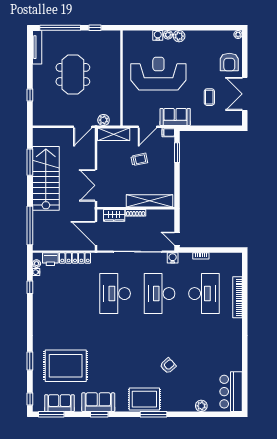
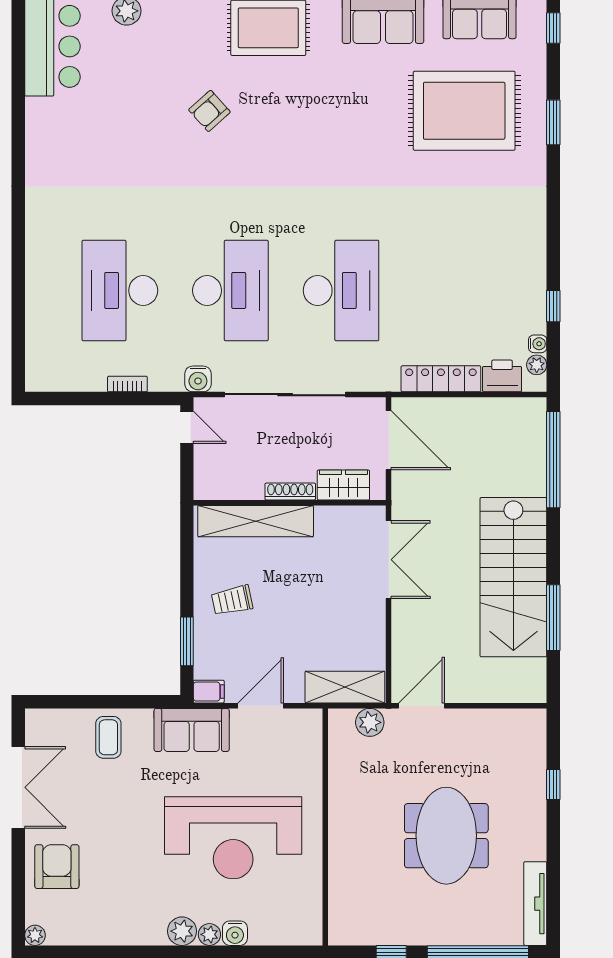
coffee table: (209, 97) -> (108, 737), moved
trolley: (139, 159) -> (232, 600), moved
bookcase: (238, 297) -> (36, 281), removed

